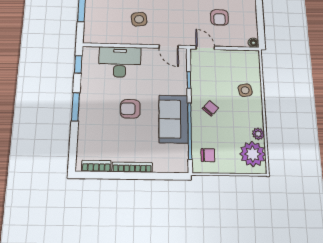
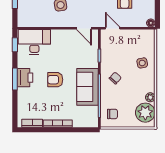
desk: (120, 62) -> (34, 42), moved
printer: (89, 105) -> (25, 78), added

